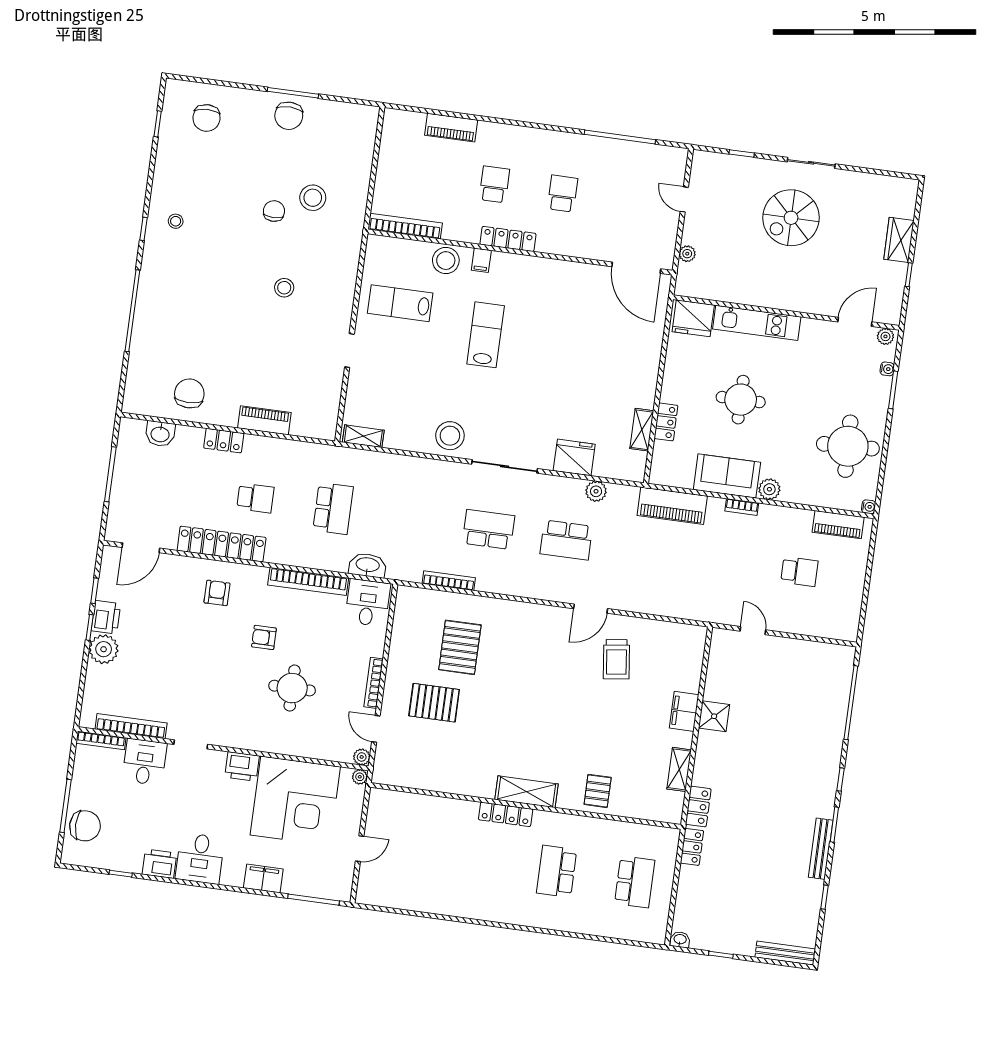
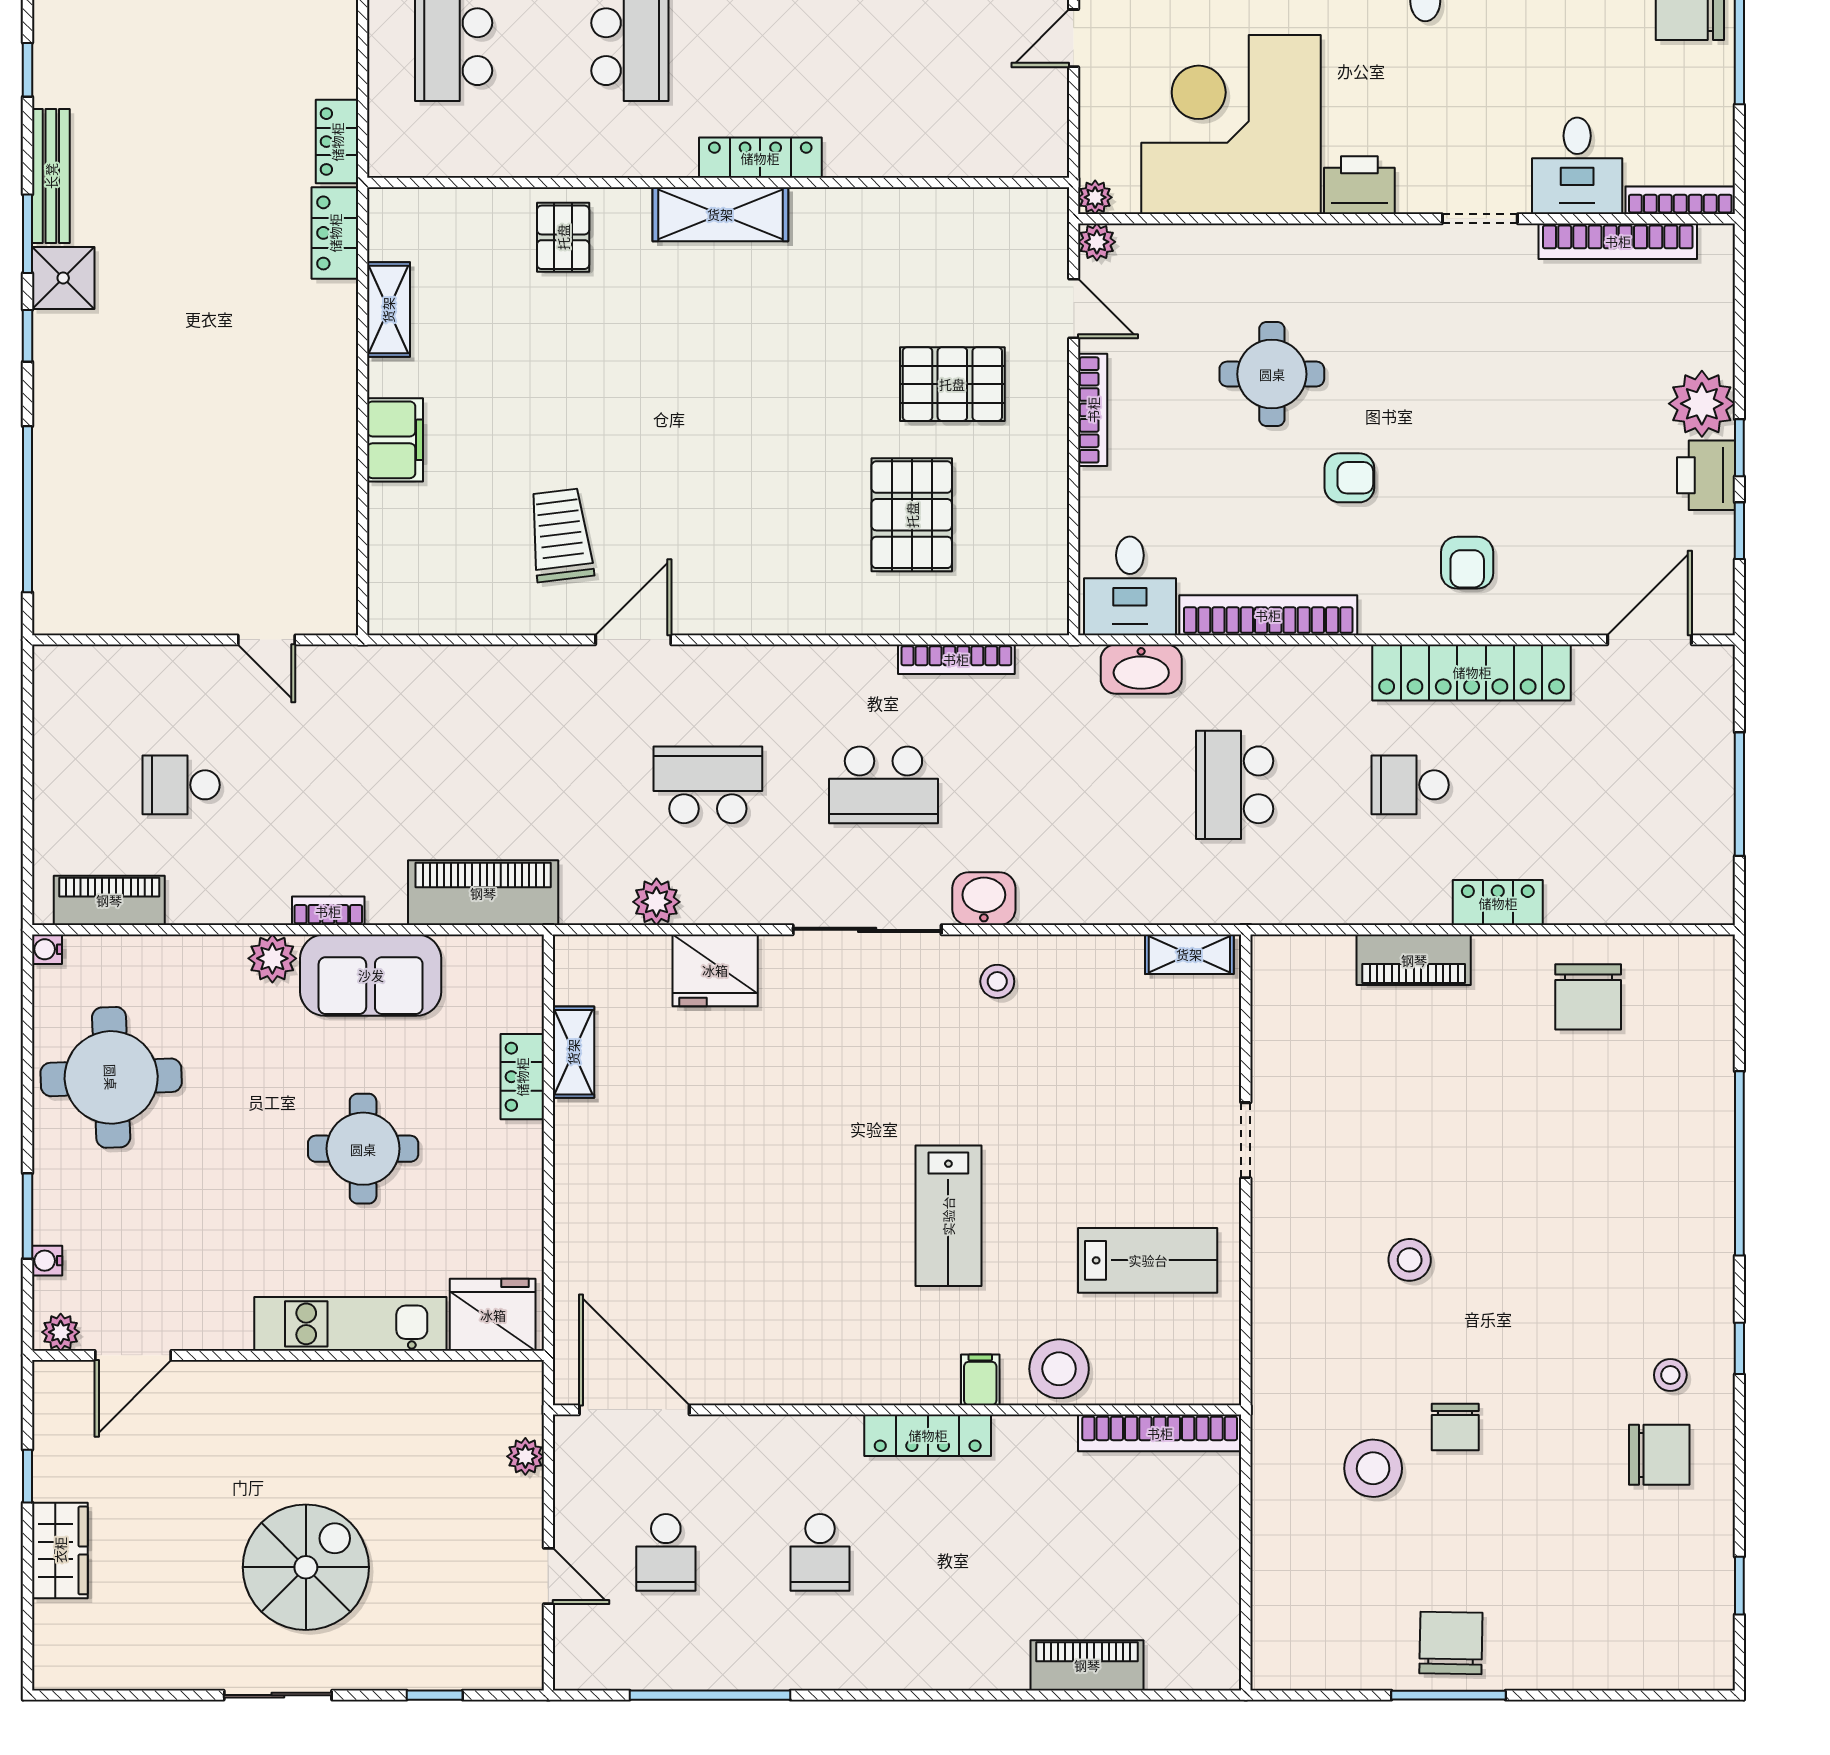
chair: (206, 118) -> (1659, 1455), moved, turned 91
school desk: (494, 184) -> (666, 1552), moved
washbasin: (160, 434) -> (984, 899), moved
stool: (450, 436) -> (997, 981), width x0.53, depth x0.53
shower: (714, 716) -> (63, 278), moved

